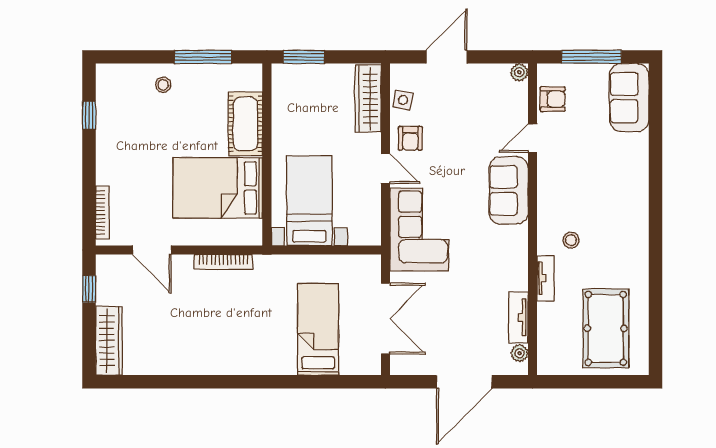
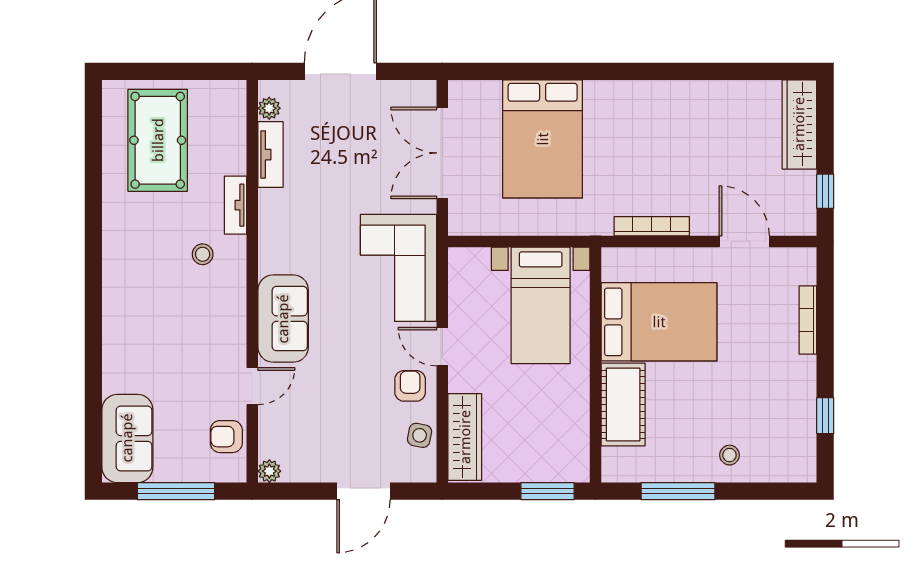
bookcase: (102, 213) -> (808, 320), moved
bed: (318, 329) -> (543, 139), width x1.50

